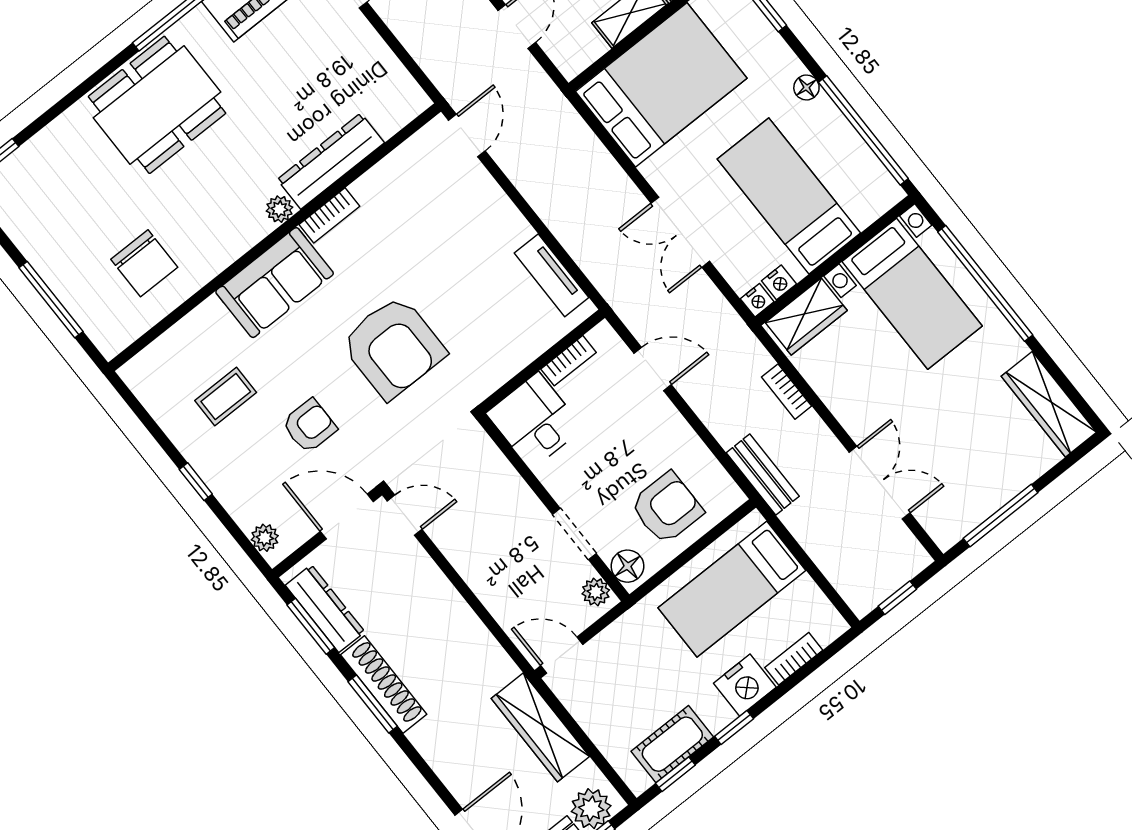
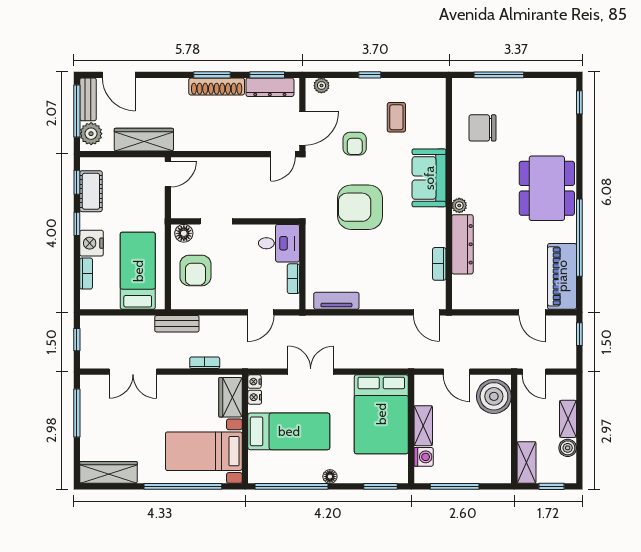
bookcase: (329, 215) -> (439, 264), moved
plant: (596, 592) -> (184, 211), removed

